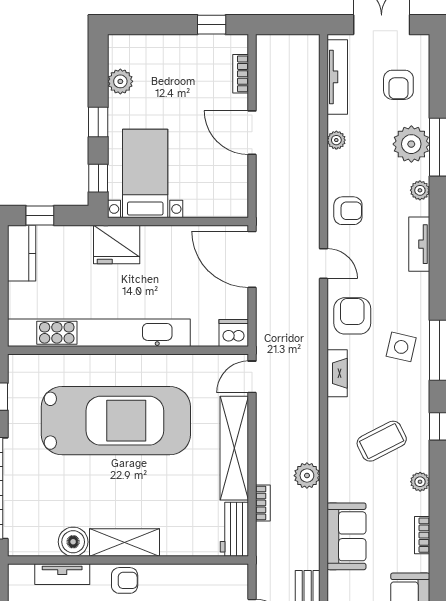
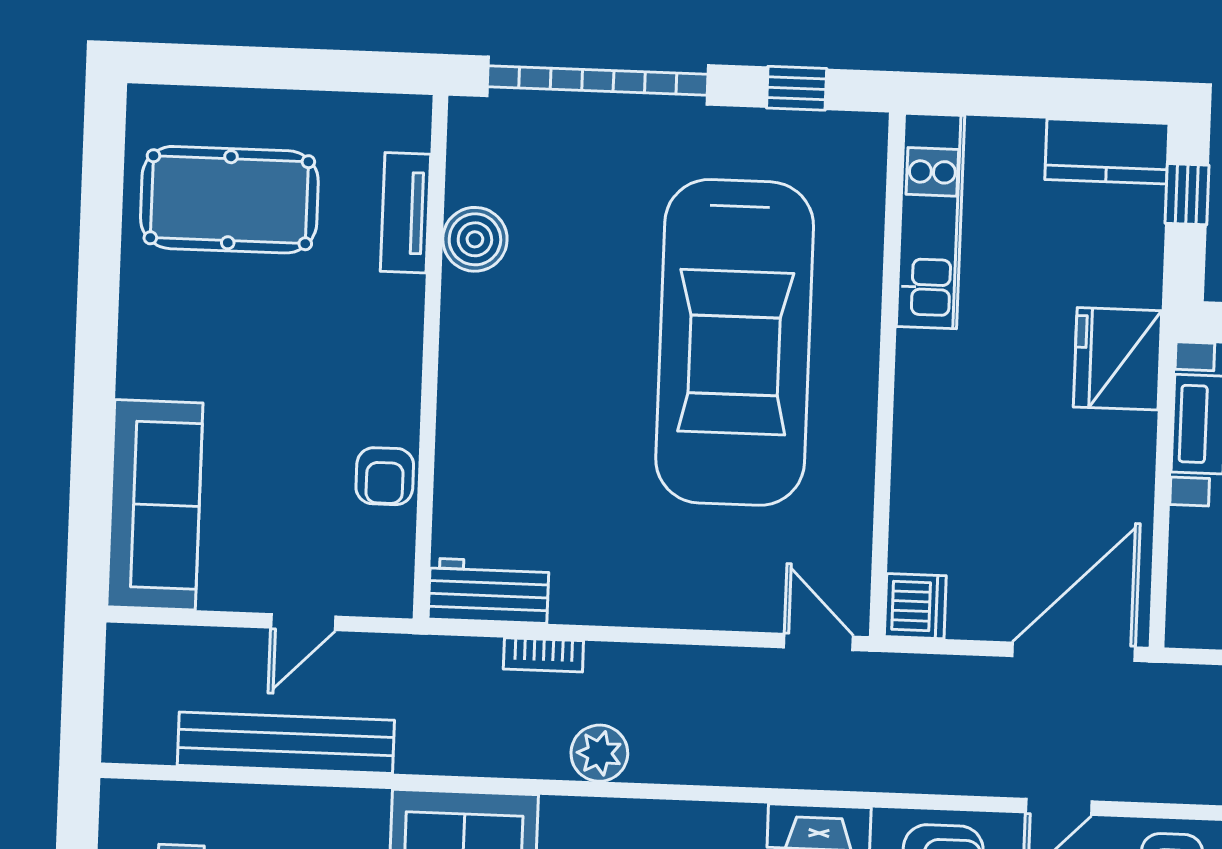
kitchen unit: (99, 333) -> (931, 221), width x0.54
shelving: (234, 448) -> (665, 597), removed
shelving: (125, 543) -> (469, 351), removed
armchair: (125, 580) -> (385, 476), moved

